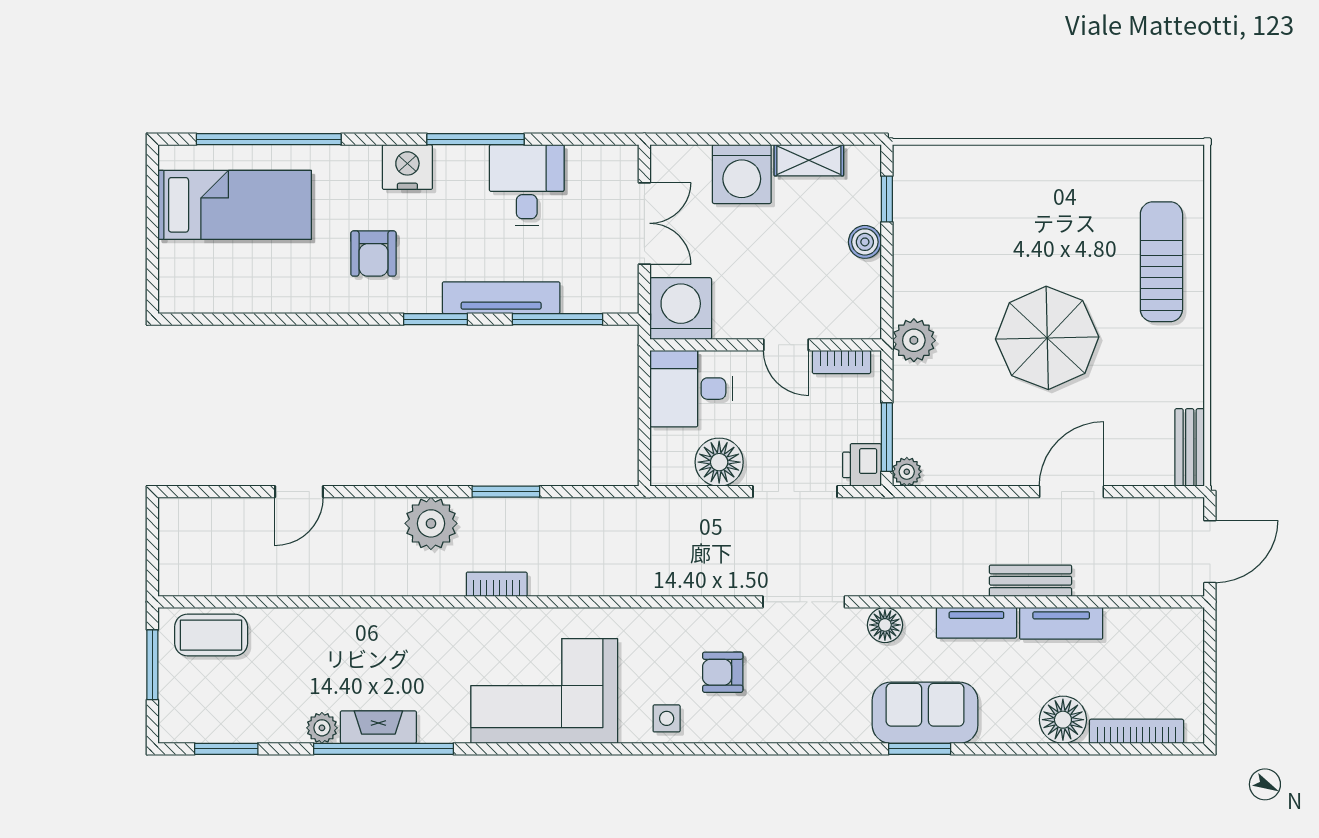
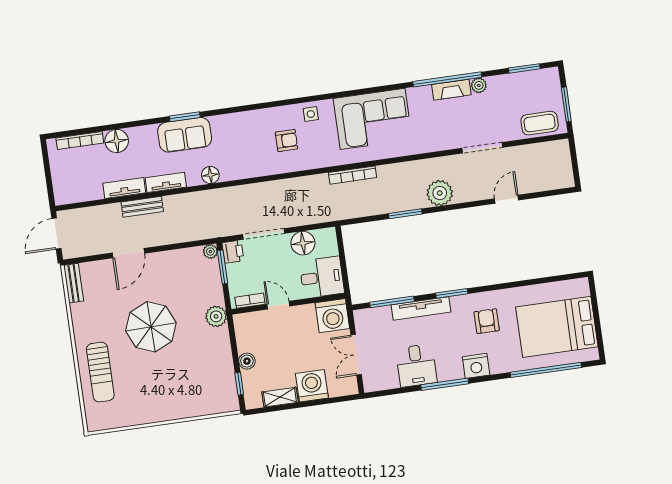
bed: (235, 205) -> (557, 327), width x1.50
bookcase: (497, 584) -> (352, 175), moved, width x1.56
doorway: (804, 602) -> (482, 148), moved

